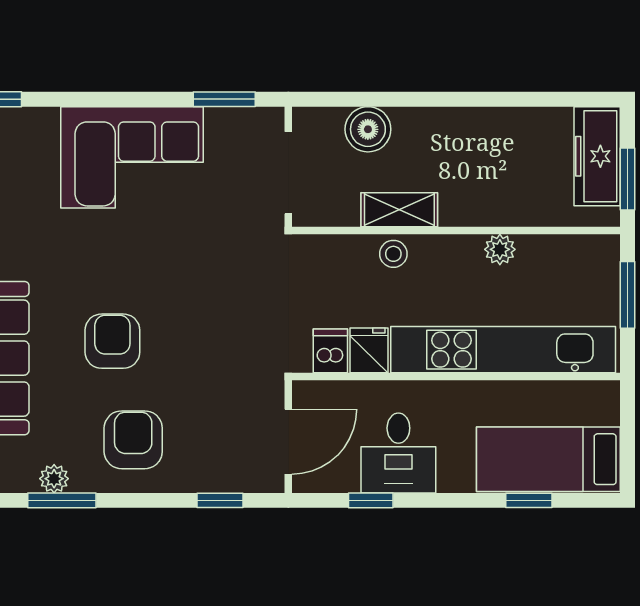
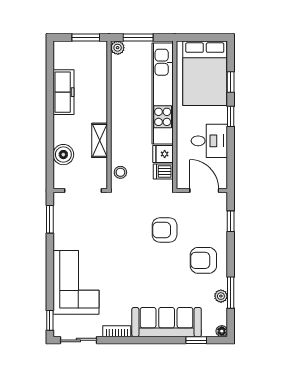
freezer: (597, 156) -> (64, 92), moved, turned -90
corner sofa: (132, 157) -> (76, 282), moved
plant: (500, 249) -> (118, 48), moved
stool: (393, 254) -> (120, 172), moved
armchair: (112, 341) -> (165, 230), moved
bed: (548, 459) -> (205, 73), width x1.50
window: (371, 500) -> (231, 116), moved

